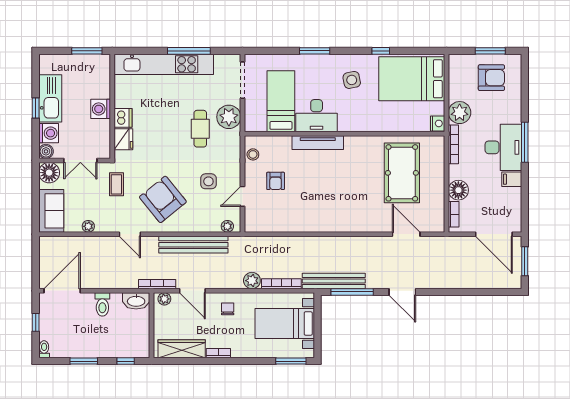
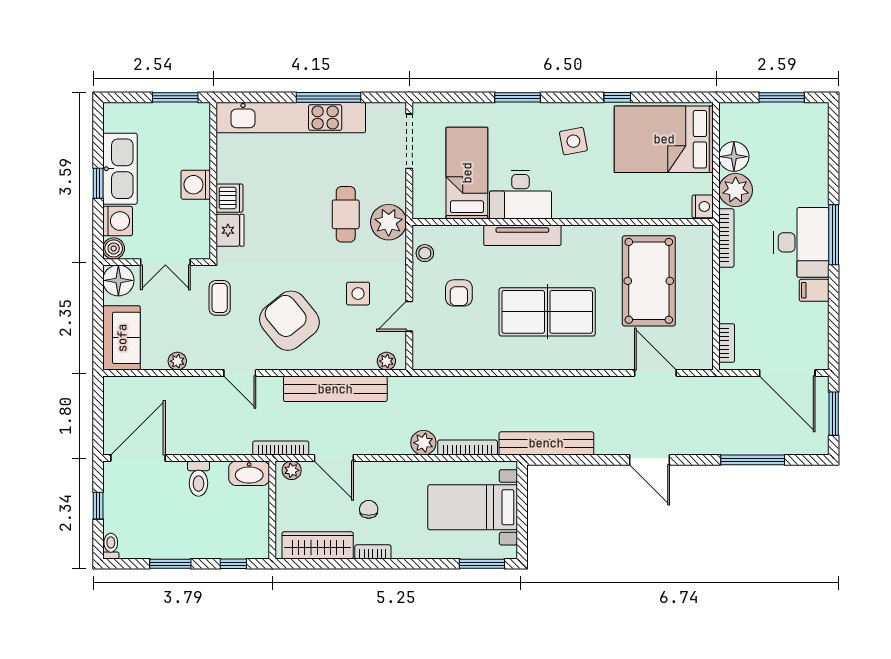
armchair: (491, 78) -> (783, 138), removed
plant: (229, 117) -> (389, 222), moved
floor lamp: (458, 190) -> (734, 157), moved
table tennis table: (334, 194) -> (547, 312), added
window: (352, 292) -> (753, 460), moved
chair: (228, 309) -> (369, 509), moved

